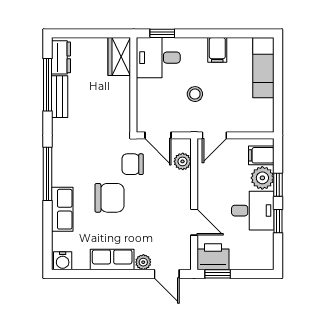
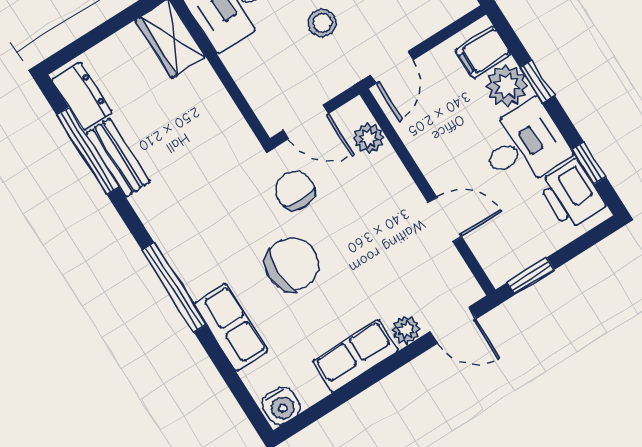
chair: (133, 164) -> (295, 190), turned 90
window: (278, 221) -> (589, 163), moved
printer: (213, 257) -> (572, 194), moved, turned -90

